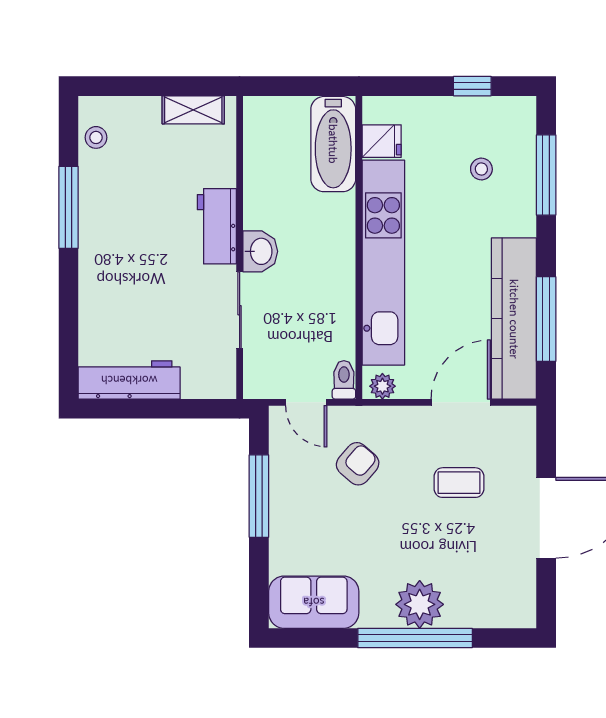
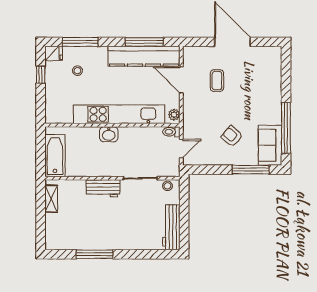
stool: (96, 137) -> (167, 186), moved
fridge: (382, 141) -> (54, 53), moved, turned 90
bathtub: (333, 144) -> (55, 156), moved, turned -90
washbasin: (260, 251) -> (109, 134), moved, turned 180
armchair: (358, 464) -> (232, 136), moved
window: (259, 496) -> (251, 170), moved
plant: (420, 604) -> (271, 98), removed
window: (415, 638) -> (286, 128), moved

